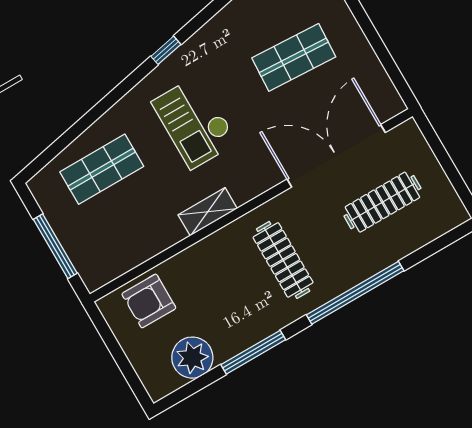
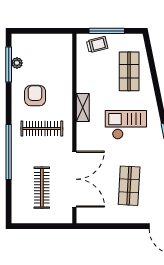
trolley: (88, 249) -> (97, 45), added
armchair: (149, 301) -> (35, 96), moved
window: (253, 352) -> (9, 65), moved
plant: (192, 358) -> (17, 63), width x0.53, depth x0.53

